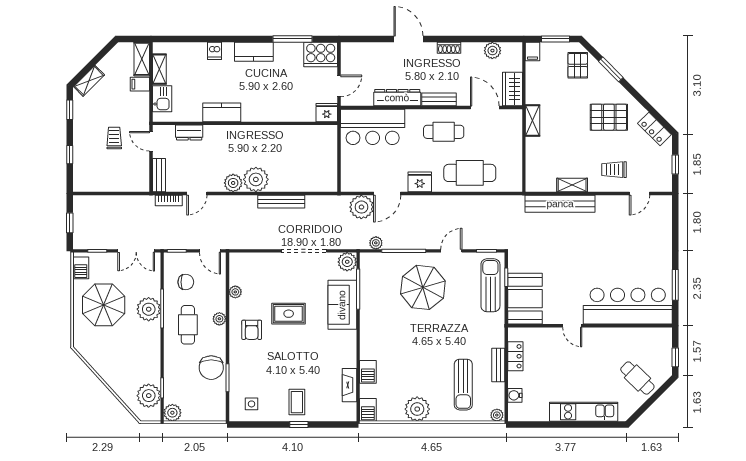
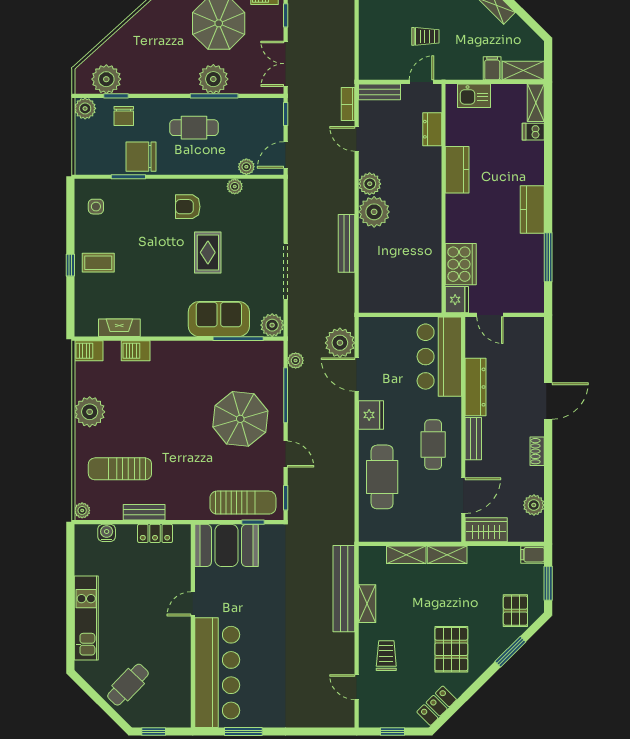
dishwasher: (214, 51) -> (533, 132), moved
cooker: (321, 54) -> (461, 264), moved, turned 180
pallet: (578, 65) -> (515, 611), turned 90
shelving: (159, 69) -> (536, 103), moved, turned 90
shelving: (533, 154) -> (406, 555), added
chair: (186, 282) -> (124, 116), moved
plant: (219, 319) -> (246, 167), moved

